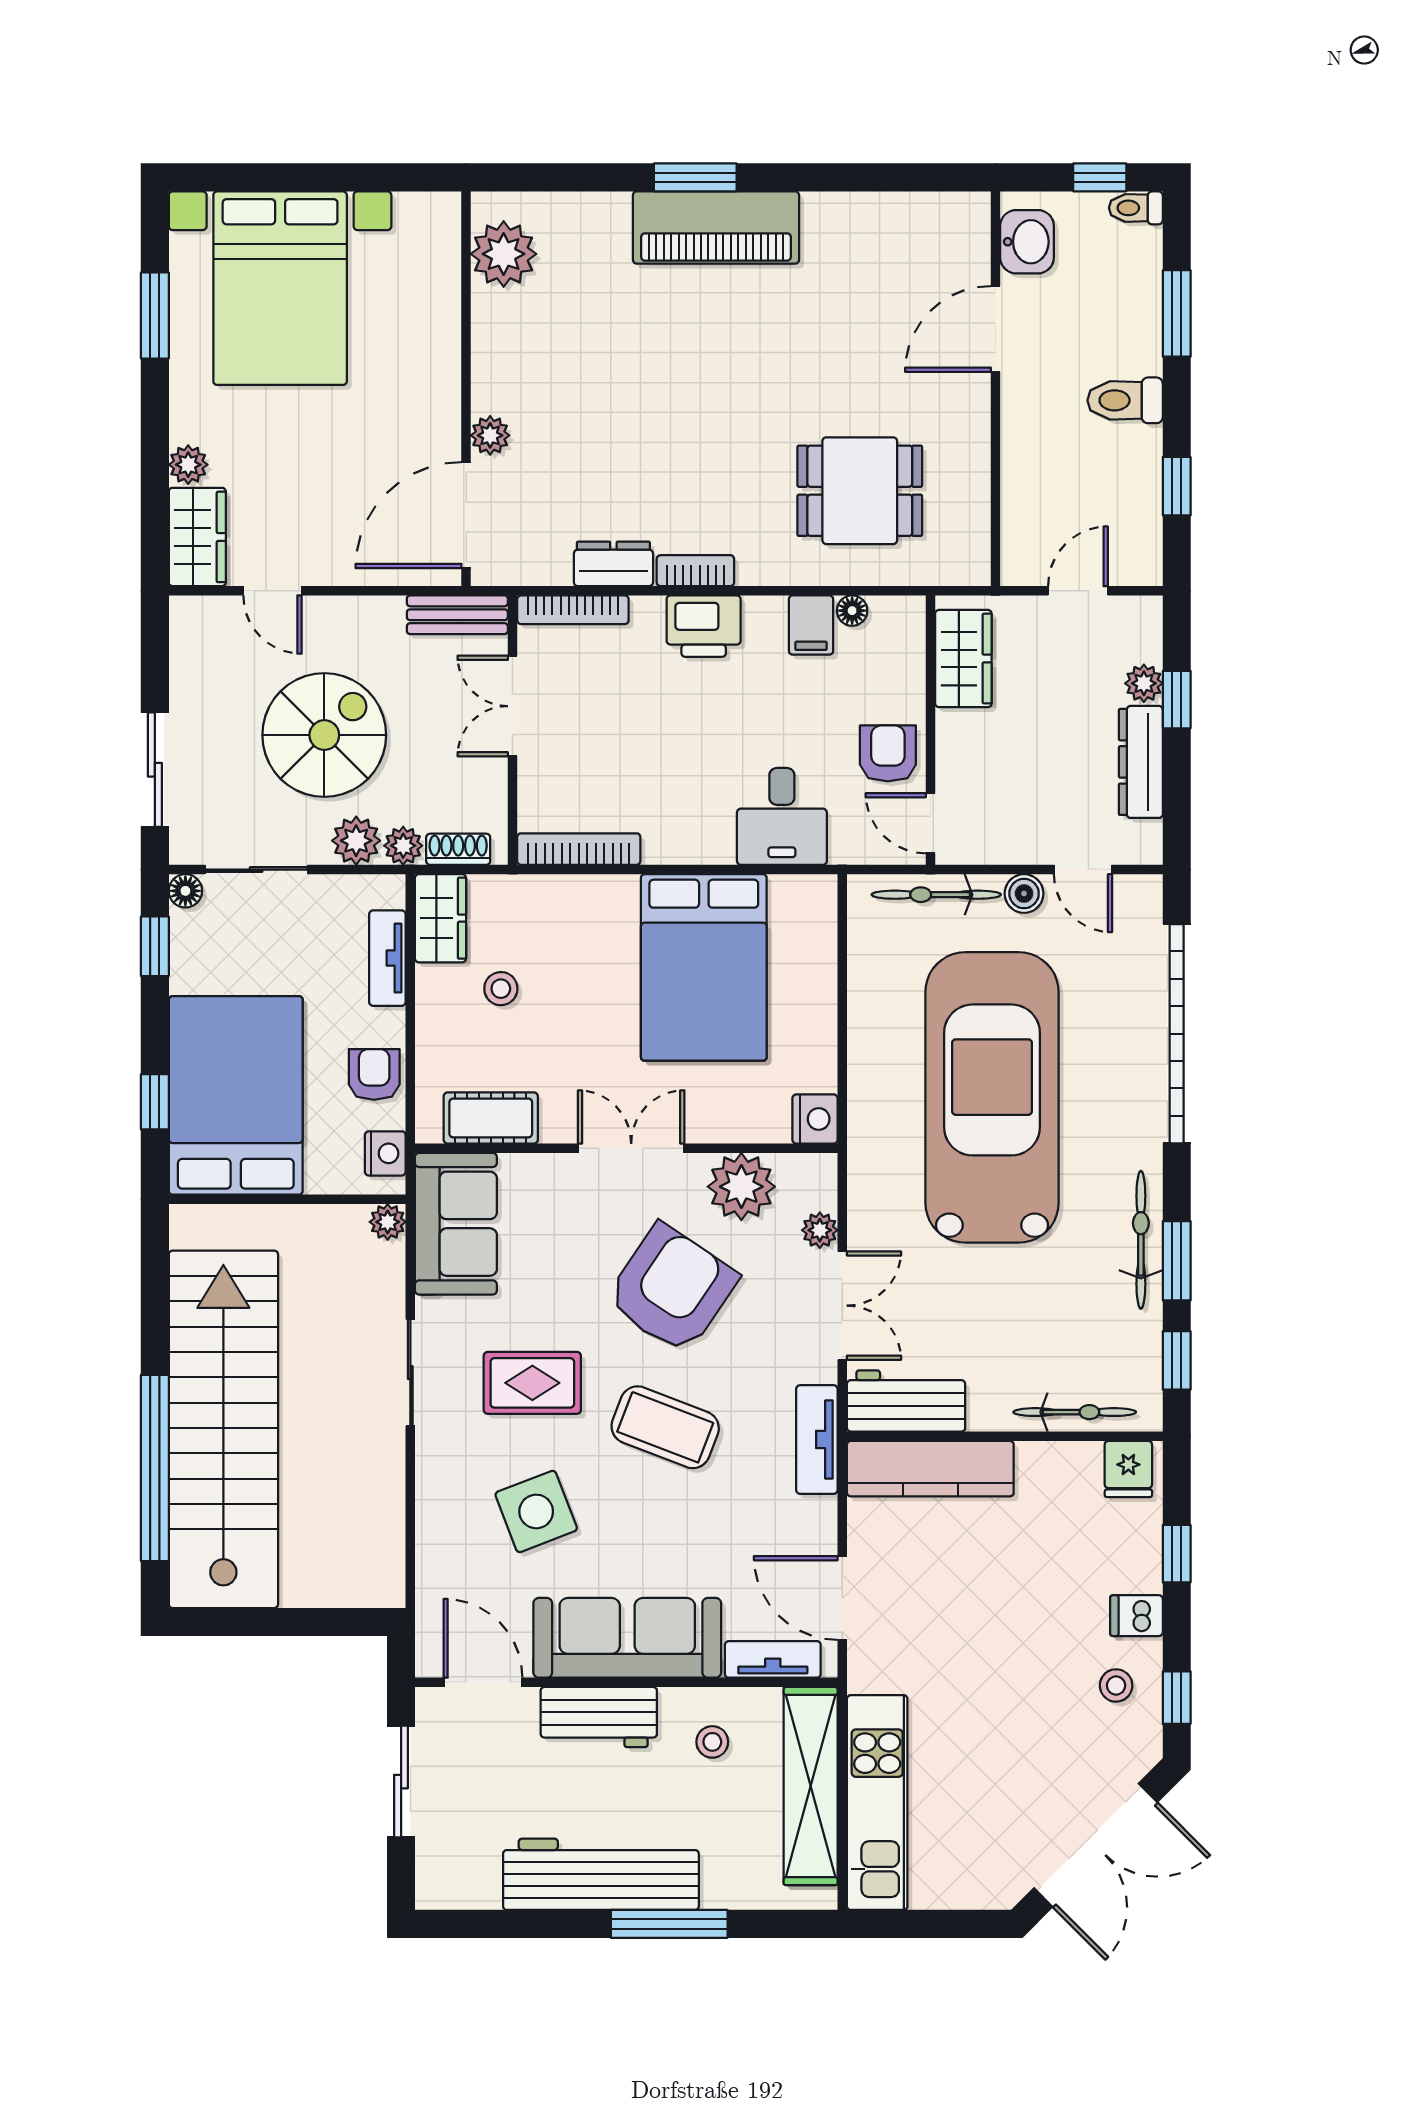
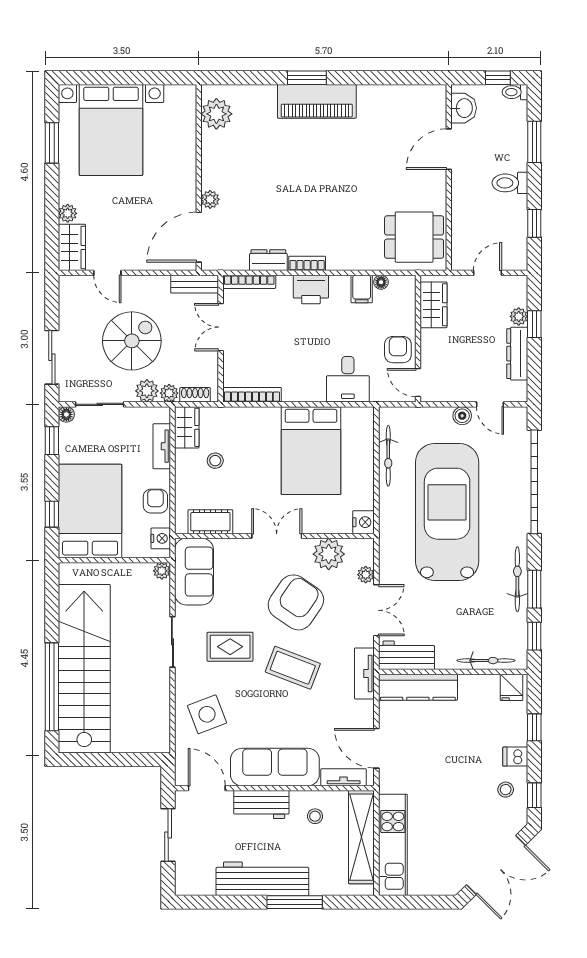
dining table: (860, 491) -> (414, 237), moved
bicycle: (936, 895) -> (388, 456), moved, turned -90
side table: (536, 1511) -> (207, 714), moved

